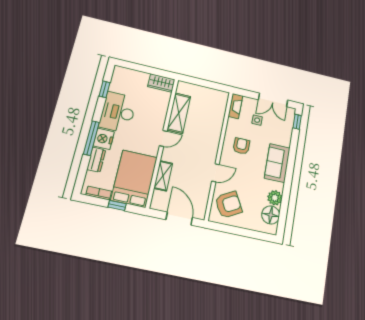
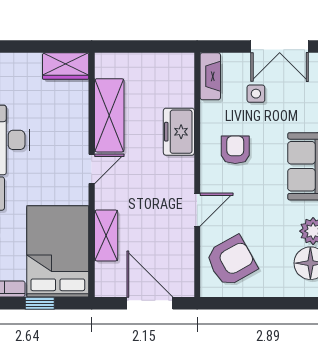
freezer: (214, 130) -> (179, 132), added

